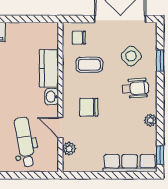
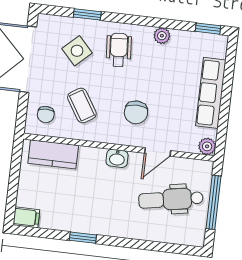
coffee table: (89, 65) -> (82, 105), turned -32
kitchen counter: (49, 68) -> (53, 154), moved
plant: (69, 149) -> (207, 146), moved
row of seats: (130, 163) -> (211, 93), moved
window: (26, 175) -> (213, 202), added

